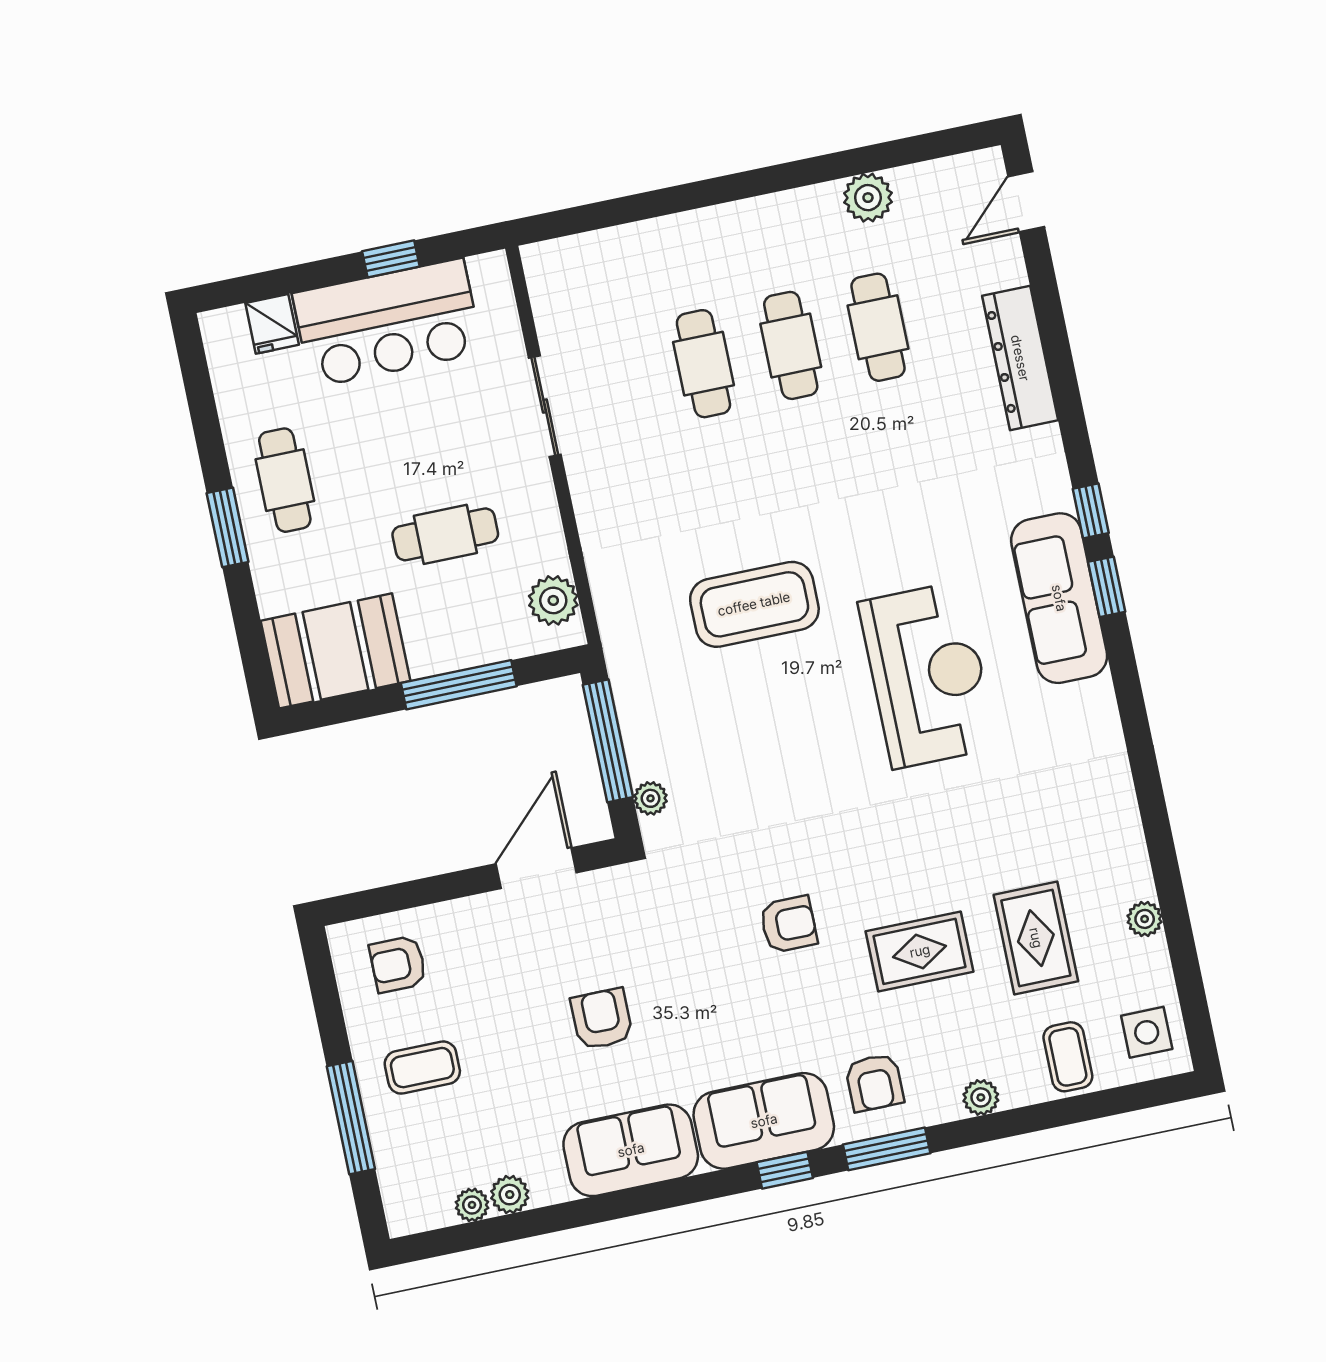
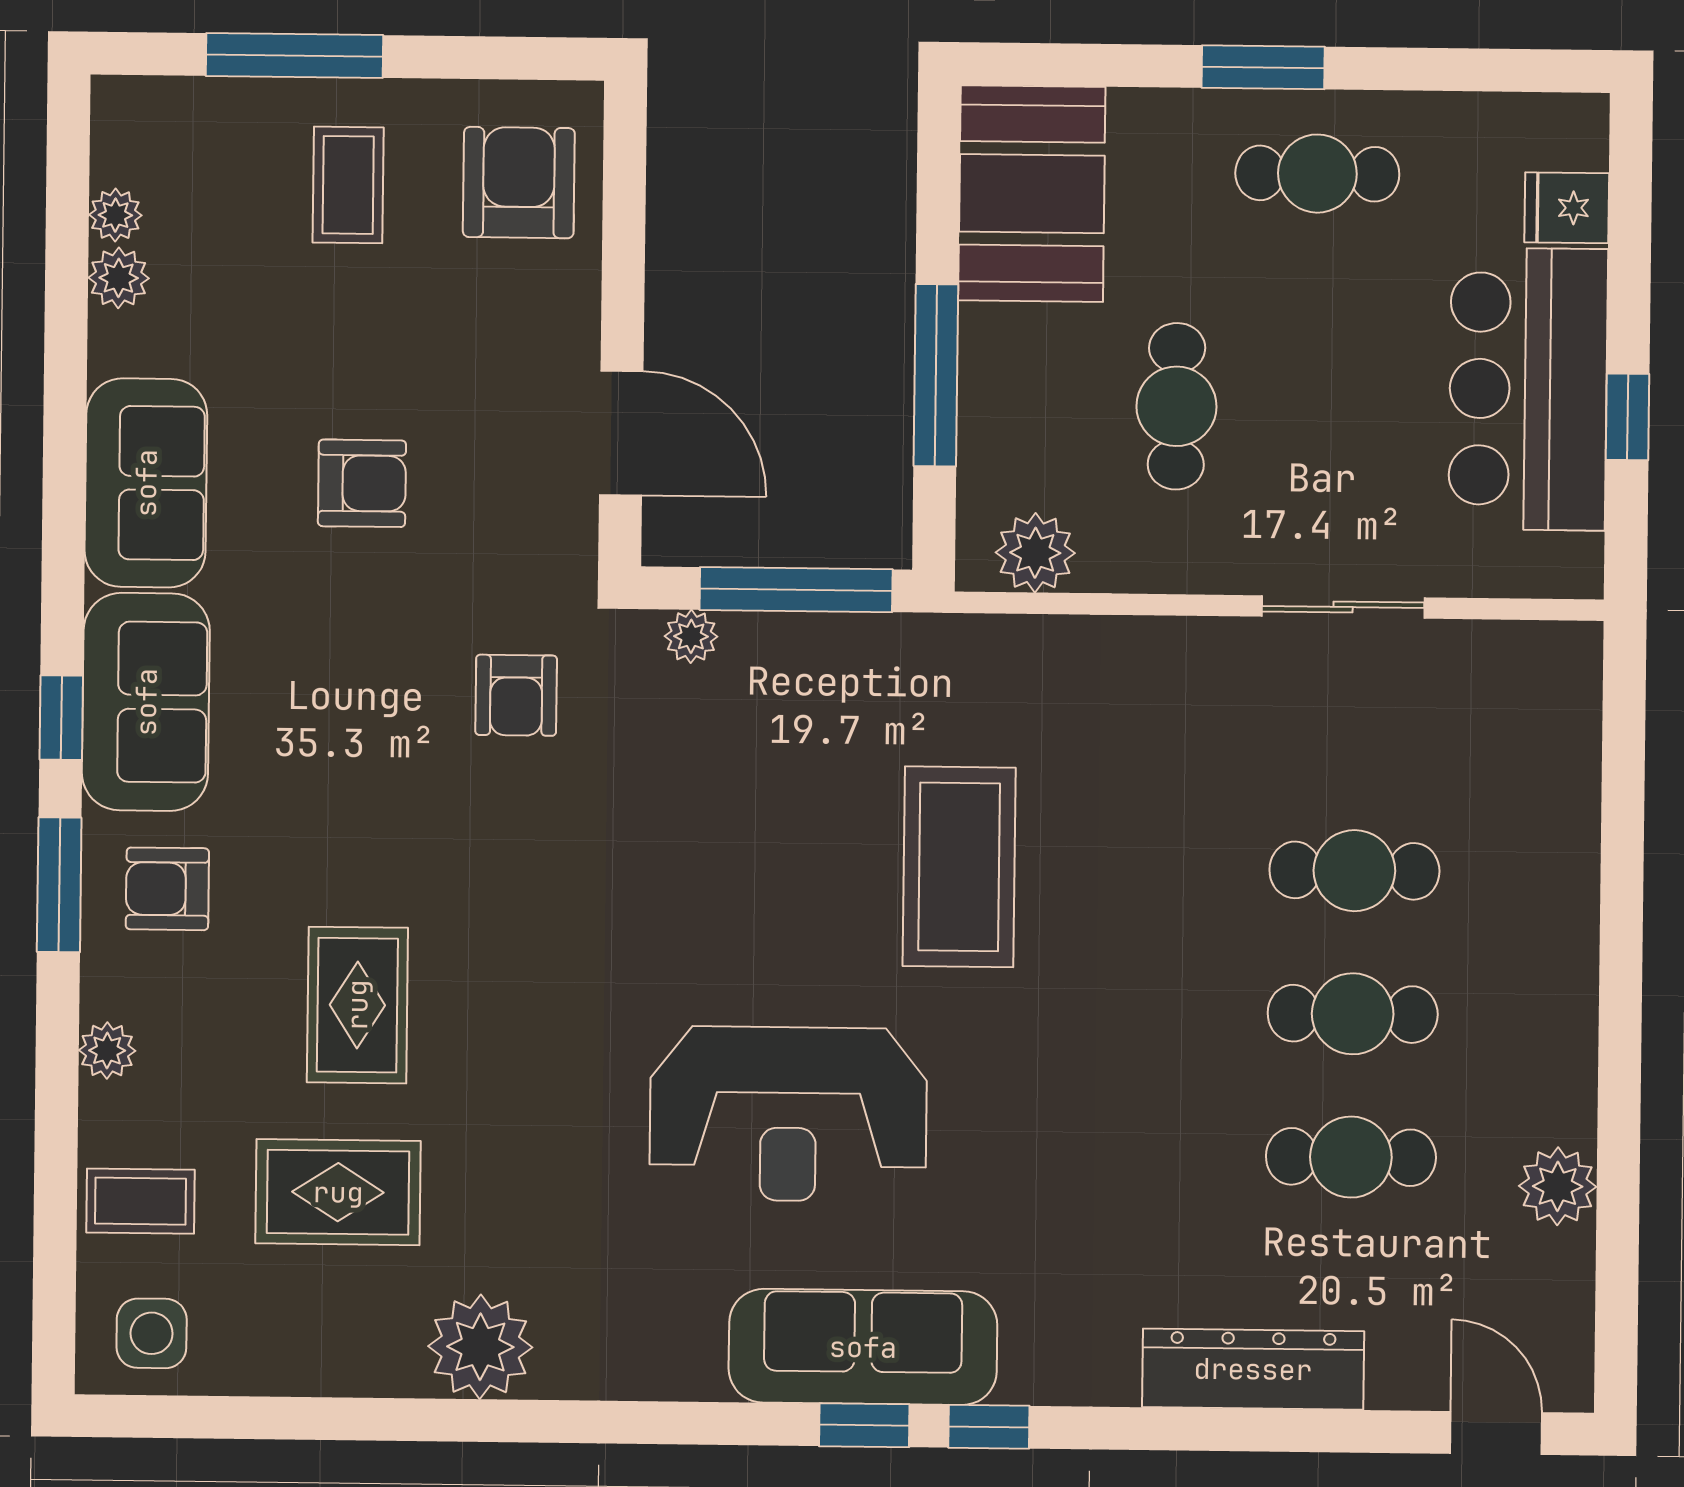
plant: (1145, 919) -> (480, 1347), moved, width x1.88, depth x1.88
armchair: (789, 924) -> (516, 695), moved
armchair: (398, 964) -> (519, 183), width x1.38, depth x1.38

